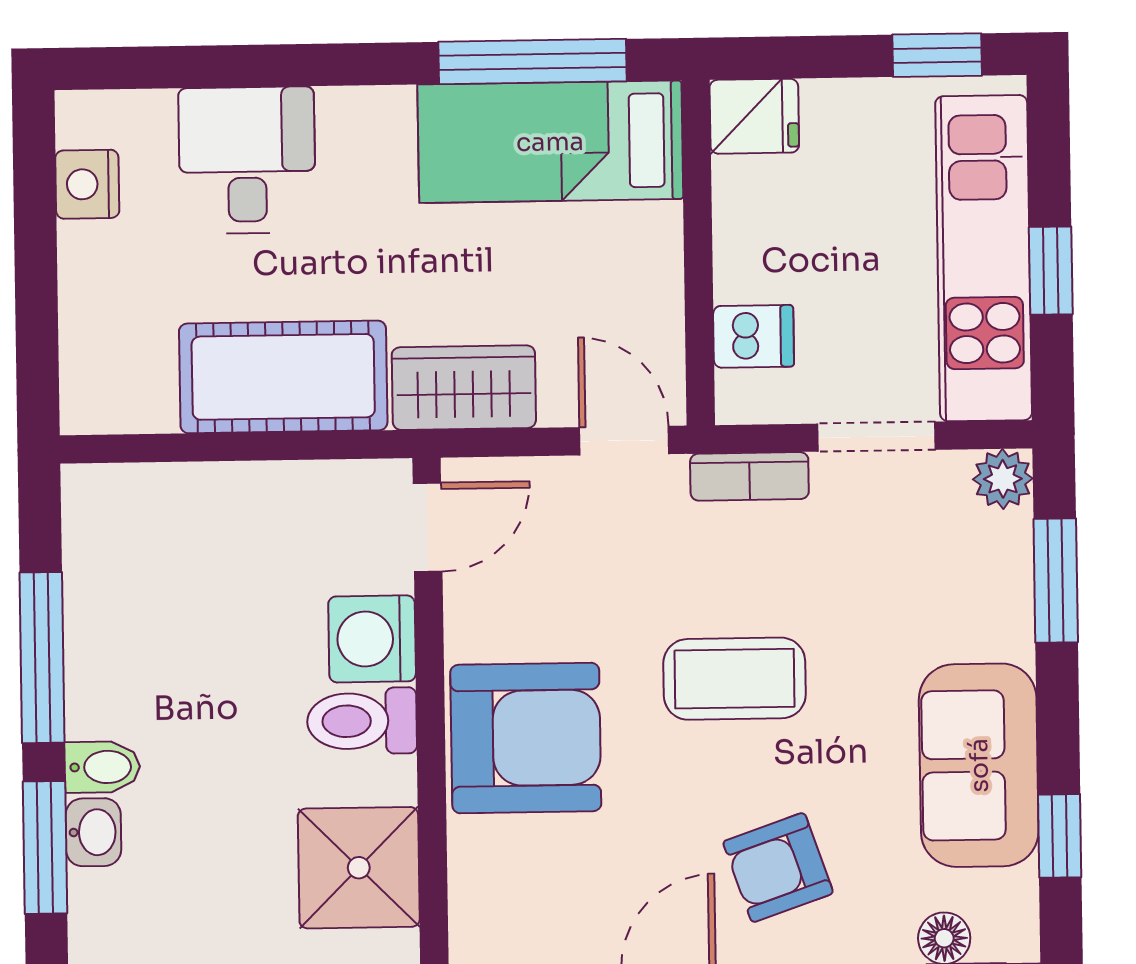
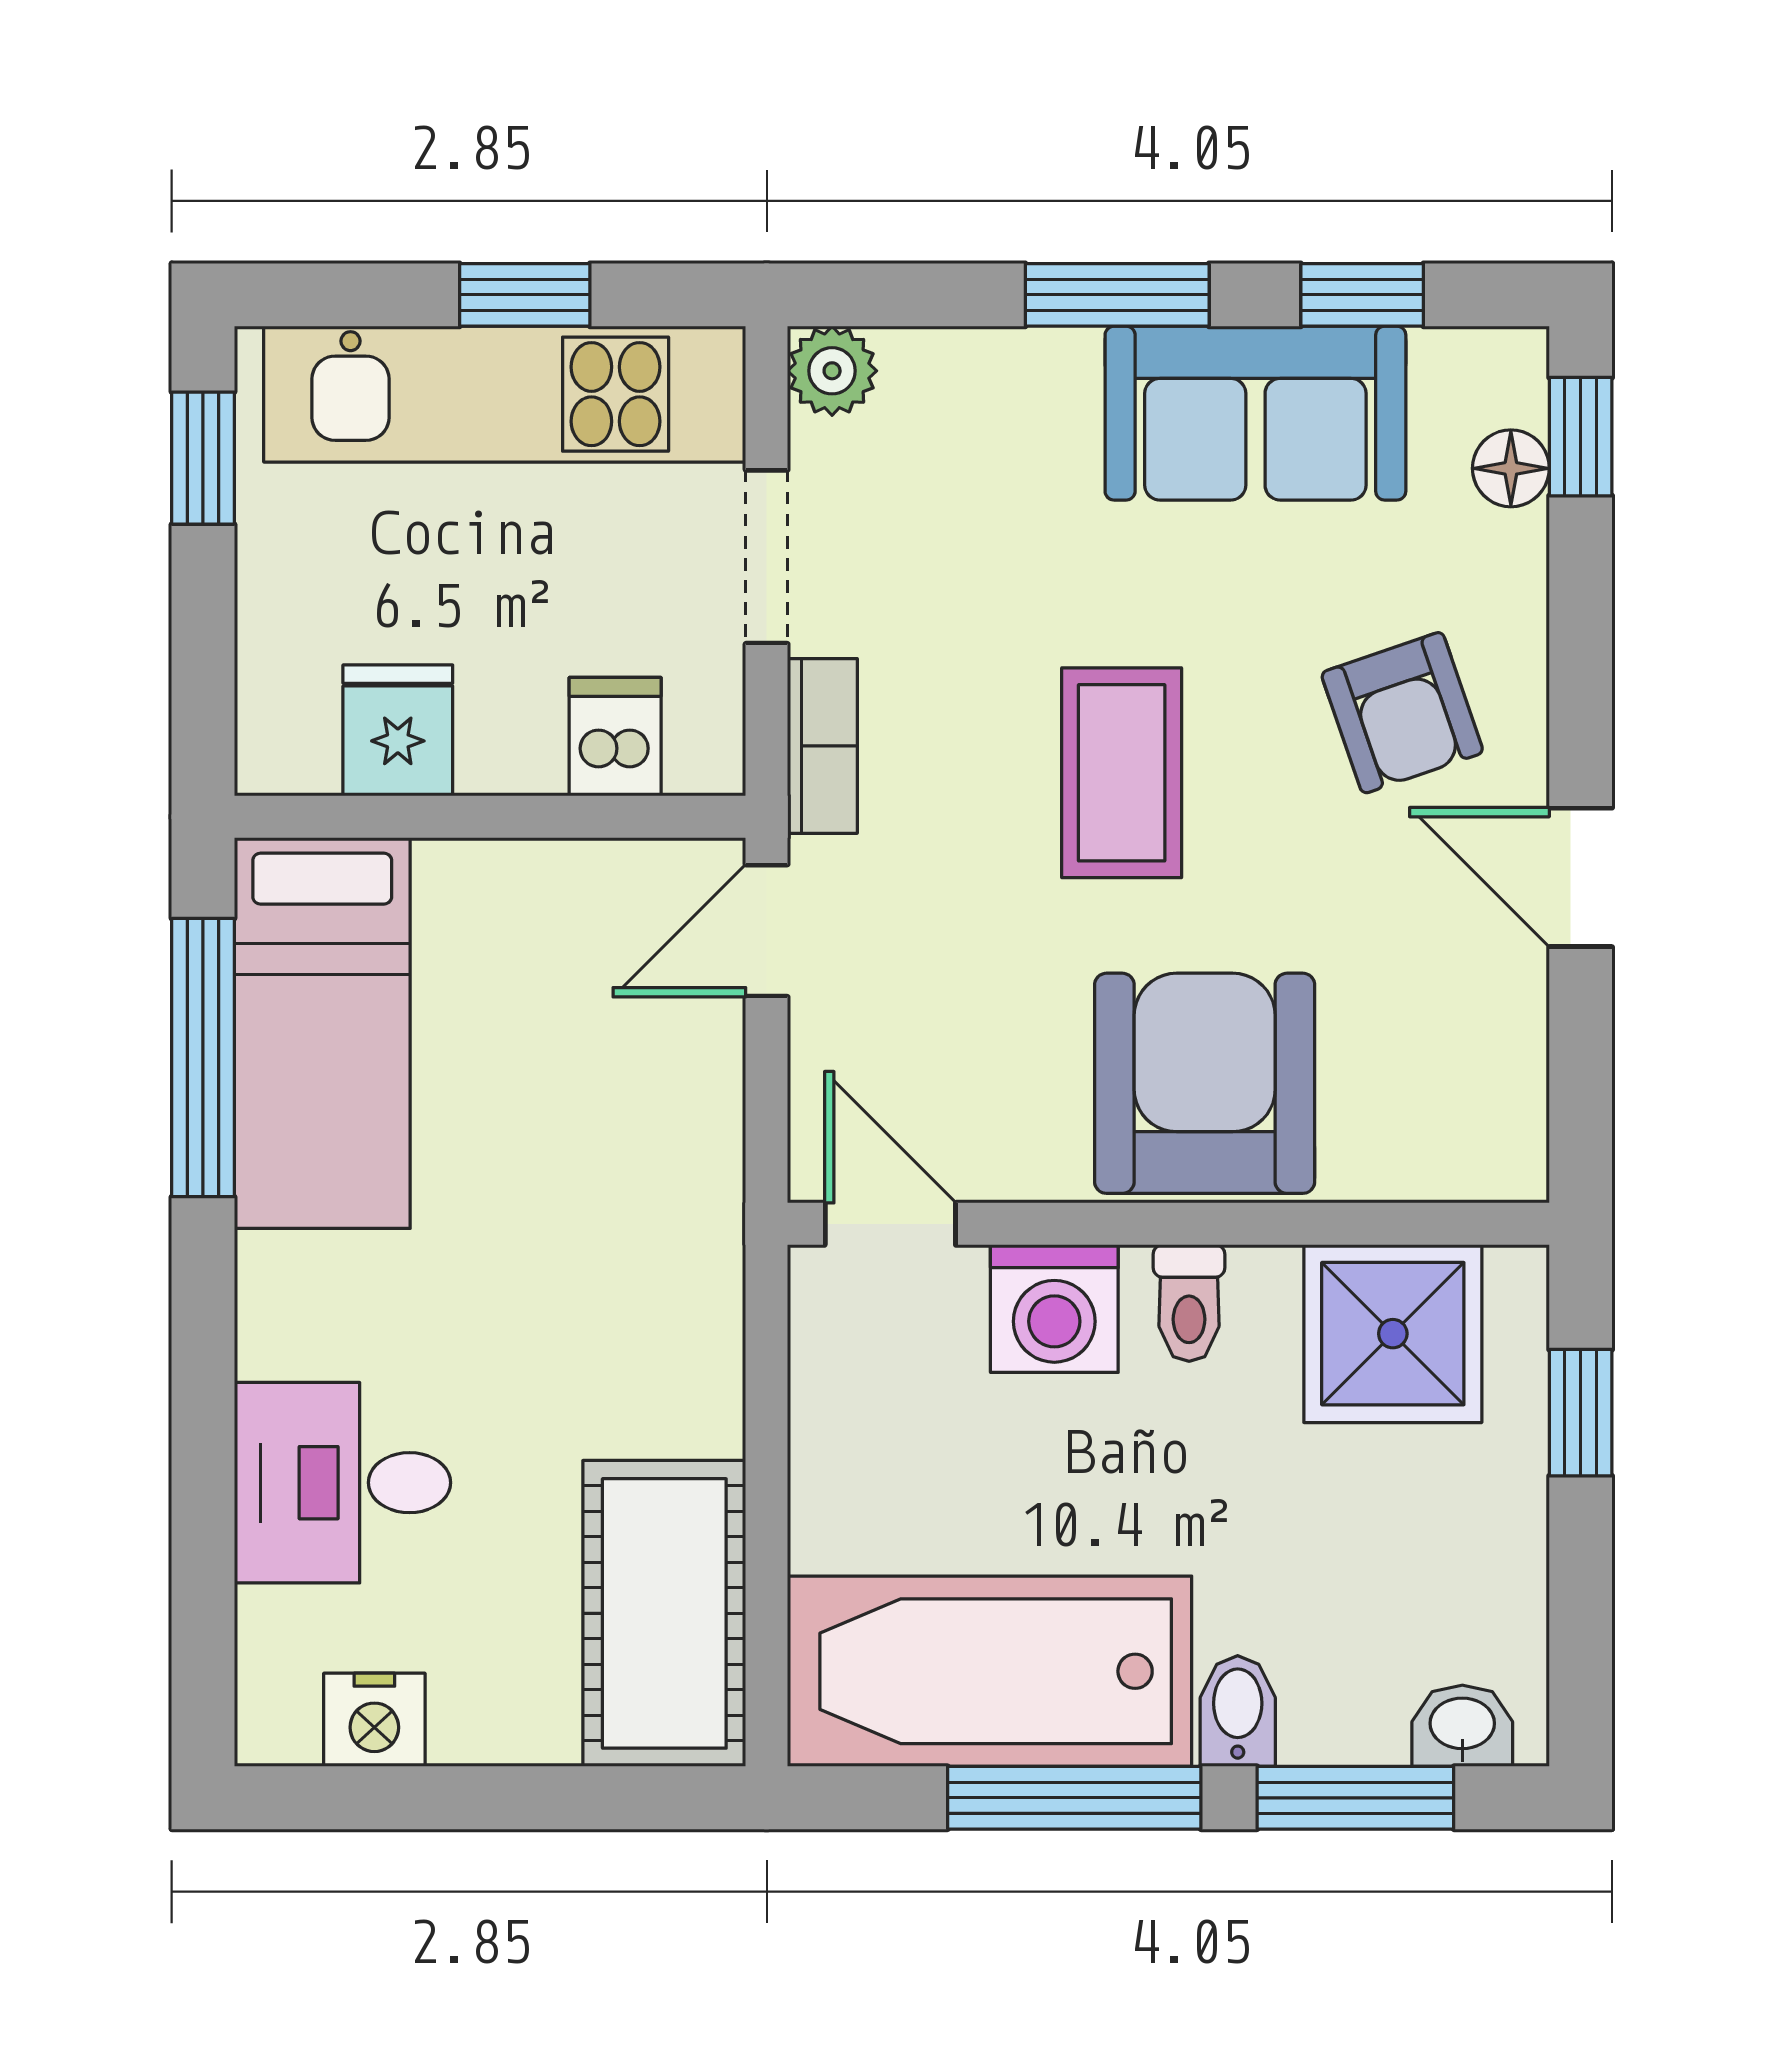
fridge: (754, 116) -> (398, 730), moved
cot: (283, 377) -> (664, 1613), moved
wardrobe: (464, 388) -> (684, 1167), removed
window: (1056, 581) -> (1117, 295), moved
bathtub: (127, 599) -> (990, 1671), added
toilet: (362, 721) -> (1189, 1303), width x0.73, depth x0.72
washbasin: (93, 832) -> (1462, 1726), moved

